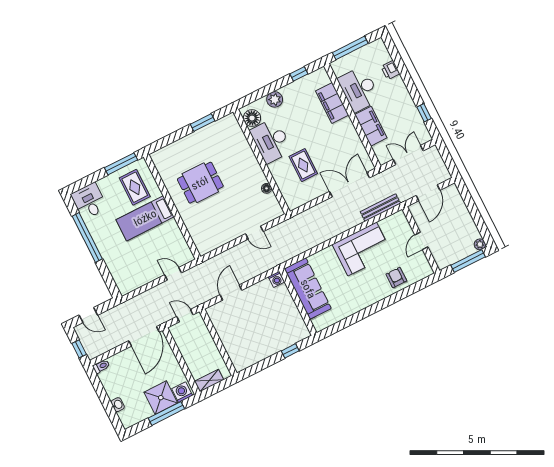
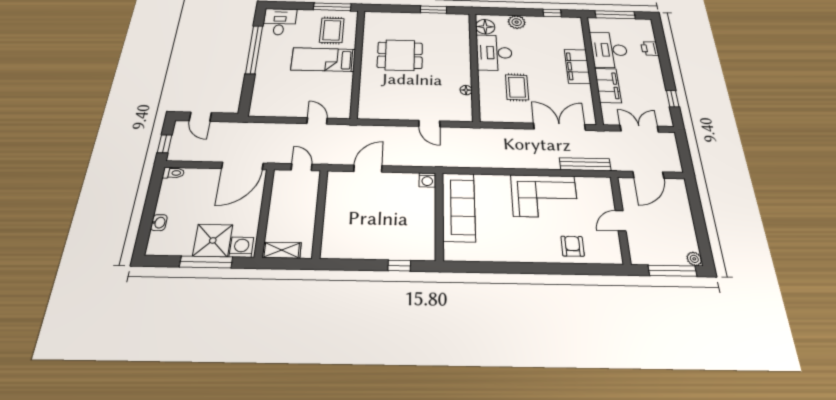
filing cabinet: (332, 103) -> (577, 66), moved

